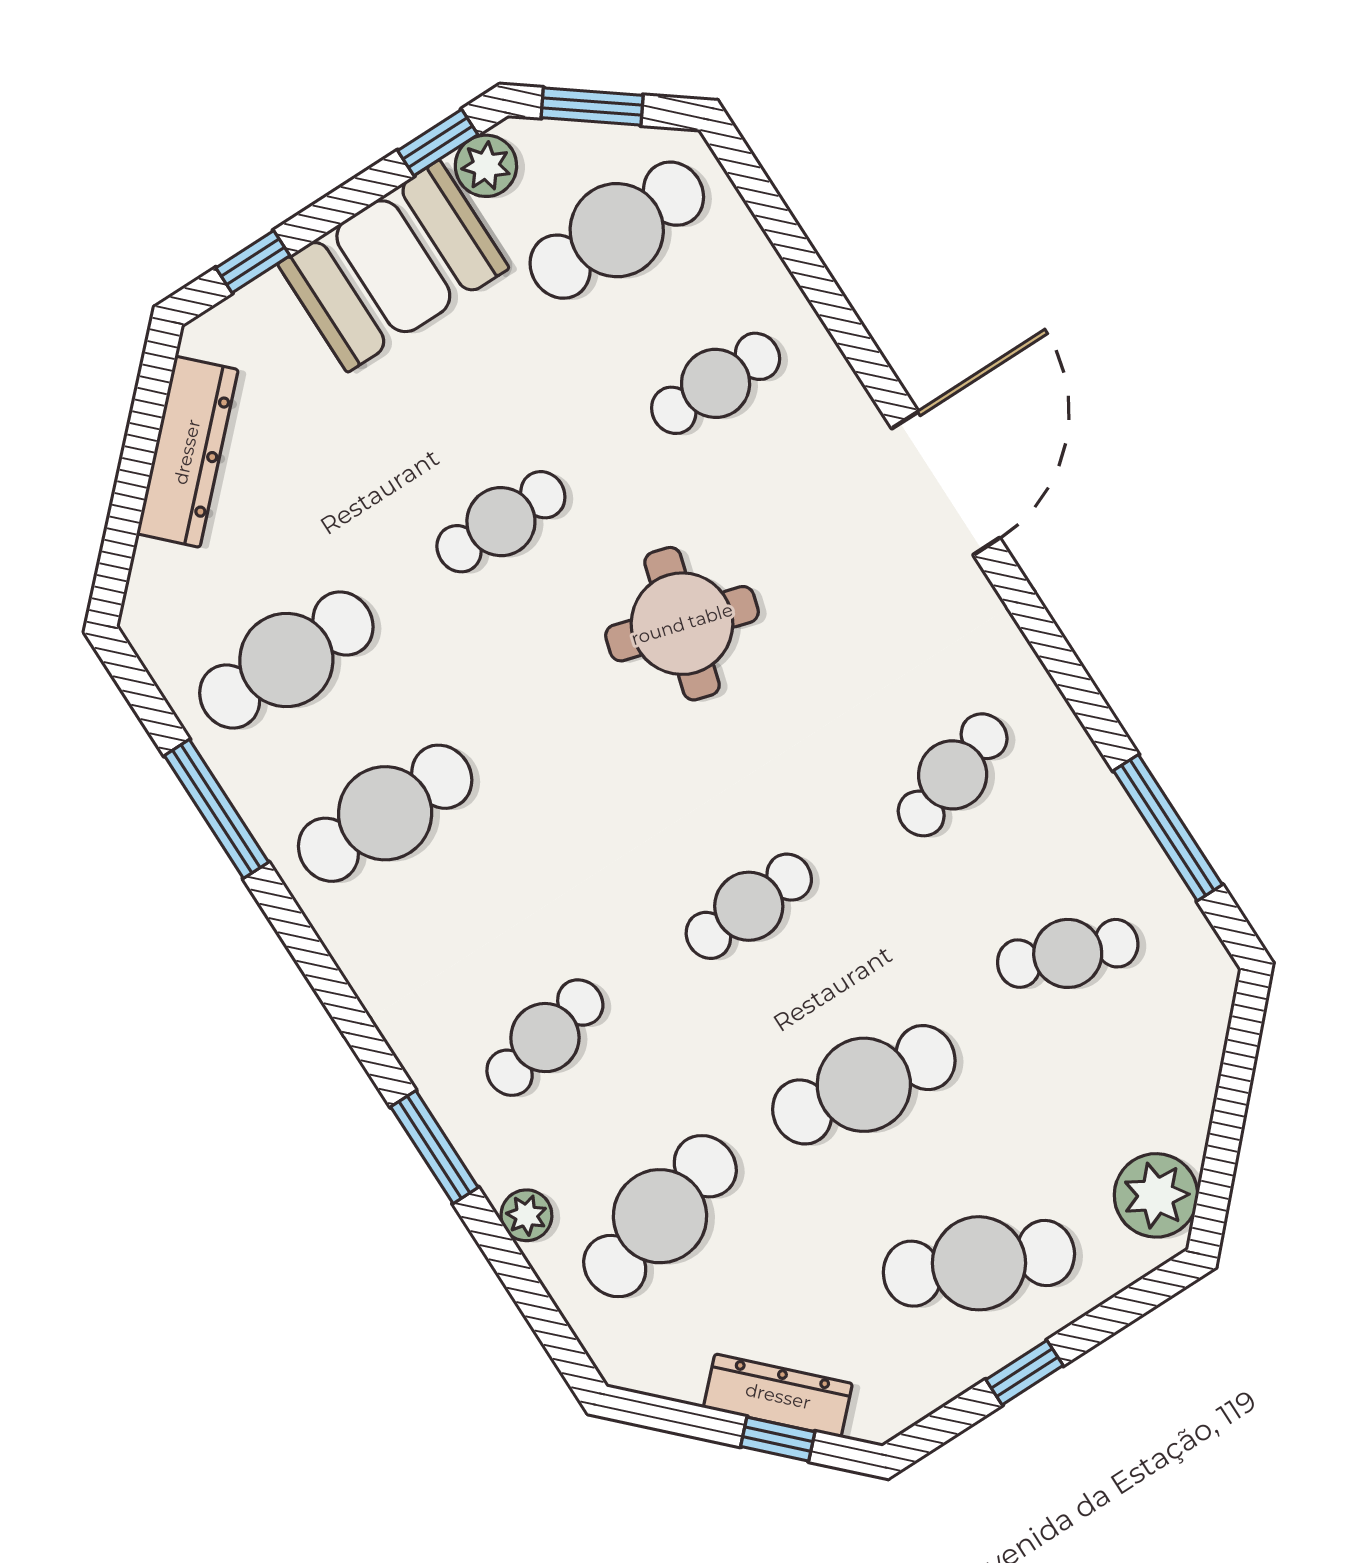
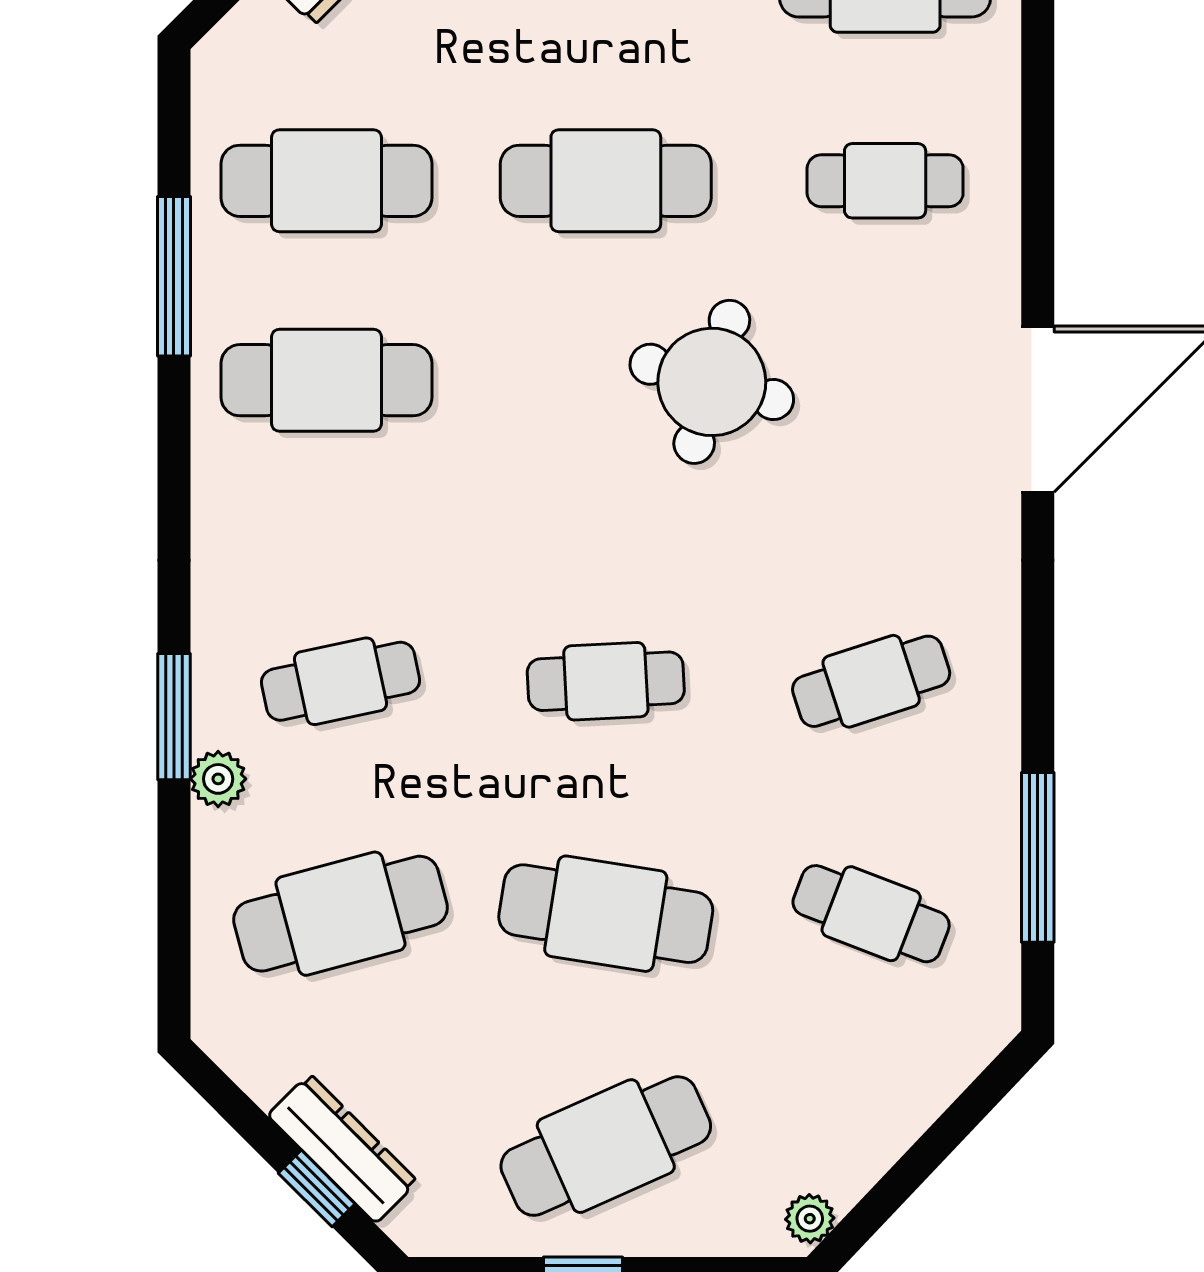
cafe table: (501, 522) -> (606, 181), width x1.37, depth x1.35
plant: (1156, 1195) -> (810, 1219), width x0.53, depth x0.53
plant: (526, 1215) -> (218, 779), moved
cafe table: (979, 1263) -> (606, 1146), turned -48

